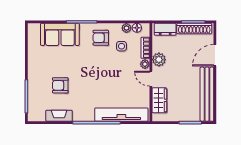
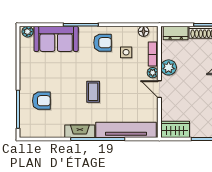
plant: (126, 28) -> (28, 32), moved
armchair: (101, 38) -> (103, 43), turned 180
coffee table: (92, 81) -> (93, 92), added
armchair: (60, 85) -> (41, 101), moved, turned 180
wardrobe: (159, 100) -> (175, 129), moved, turned -90
fireplace: (59, 116) -> (80, 131), moved

